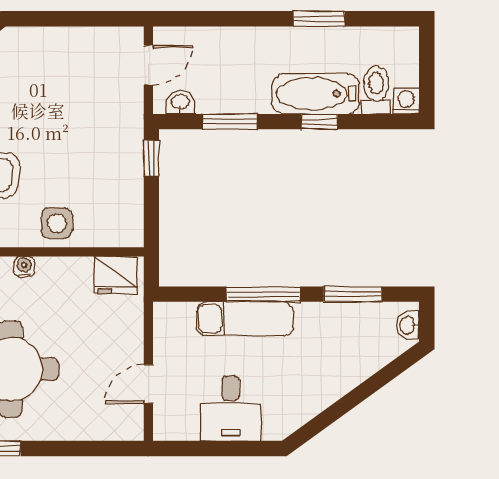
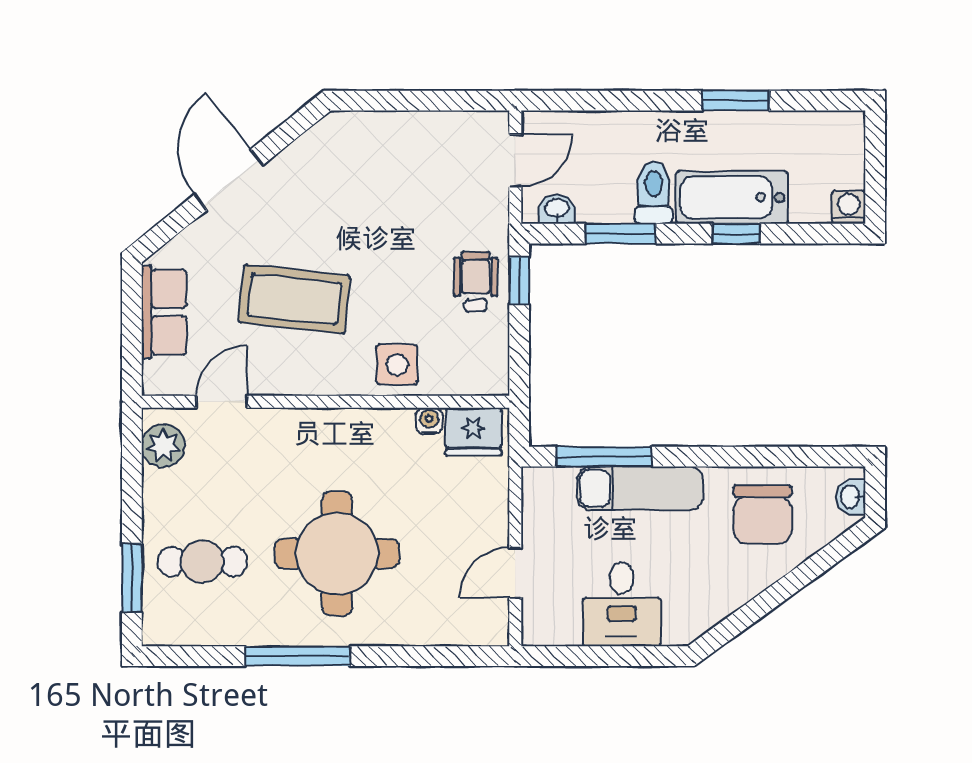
toilet: (376, 90) -> (654, 193), moved
wheelchair: (118, 159) -> (476, 281), added
water cooler: (24, 266) -> (429, 421), moved
window: (263, 294) -> (604, 457), moved
window: (353, 294) -> (779, 457), removed
chair: (340, 339) -> (762, 515), added

